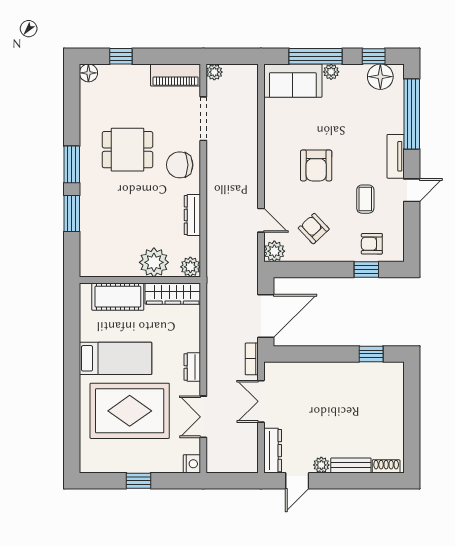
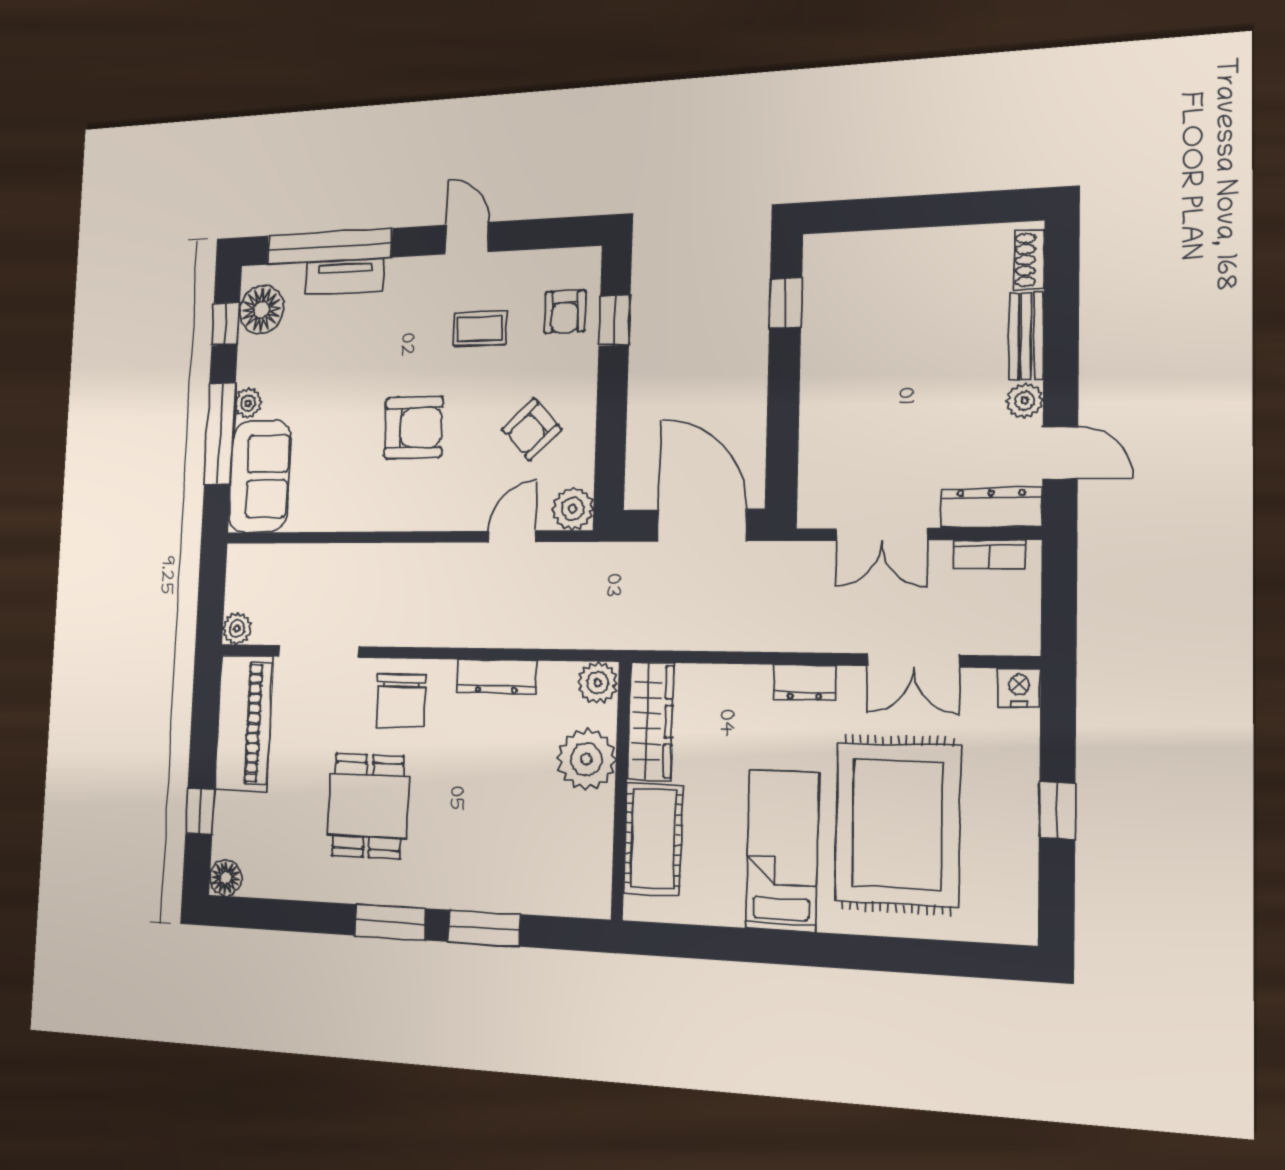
piano: (176, 75) -> (244, 723), width x1.37, depth x1.33
tv unit: (396, 156) -> (345, 276), moved
bookcase: (252, 359) -> (989, 554), moved

